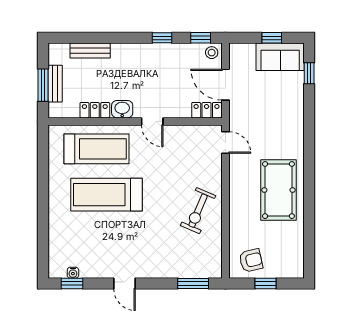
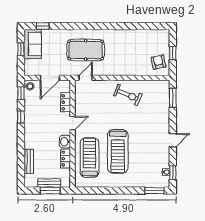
locker: (207, 110) -> (66, 102), moved
pool table: (278, 190) -> (86, 50), moved
window: (43, 254) -> (155, 191), added

